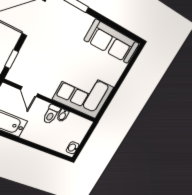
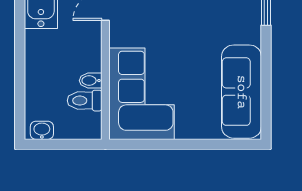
toilet: (51, 114) -> (85, 101), moved

